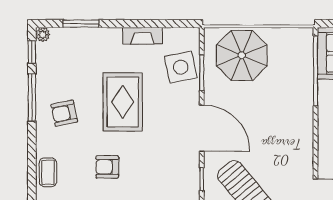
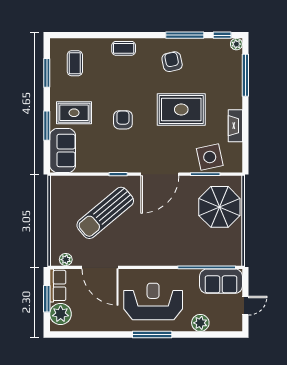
window: (81, 24) -> (245, 75), width x1.44
armchair: (107, 167) -> (123, 120), moved

